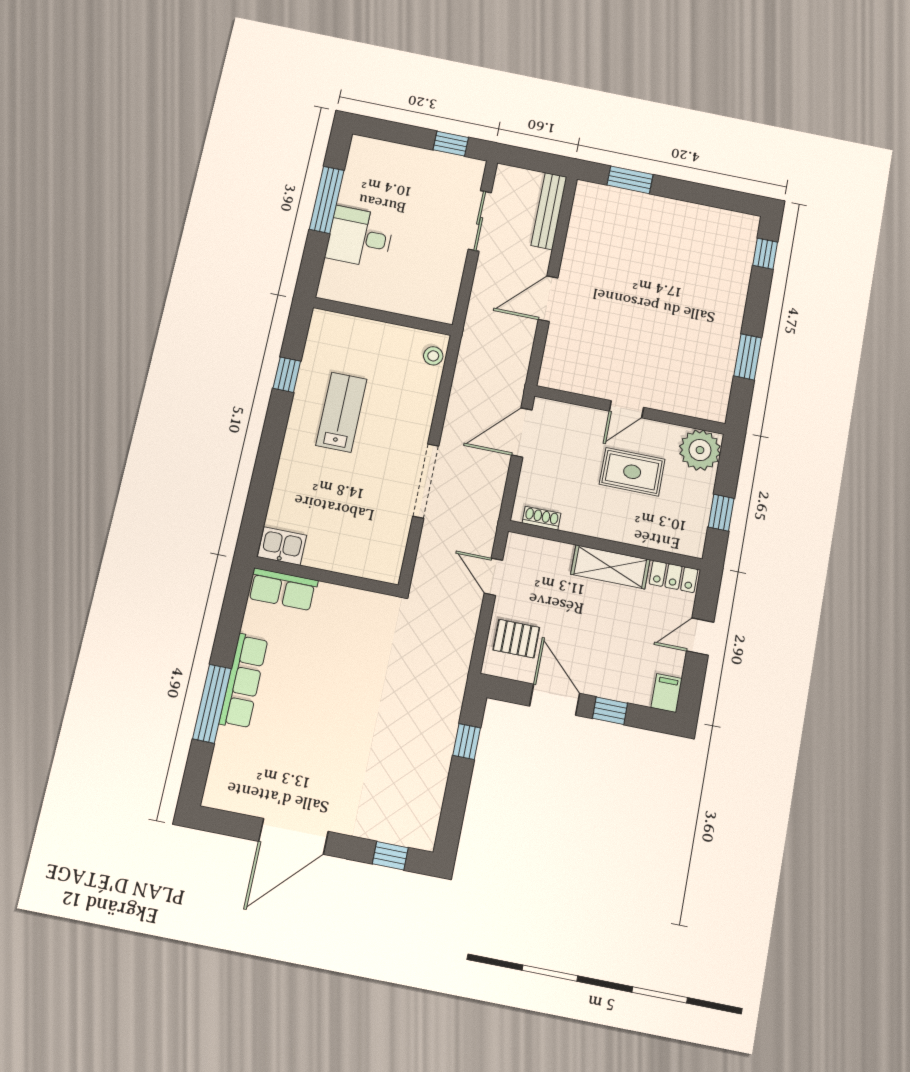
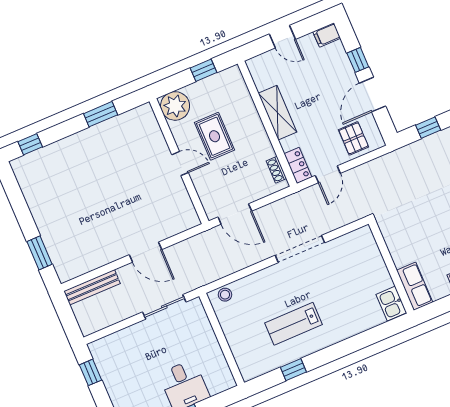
sliding door: (480, 221) -> (164, 307), moved
locker: (673, 577) -> (298, 165), moved

